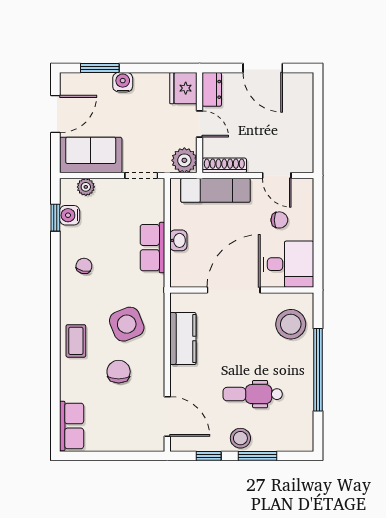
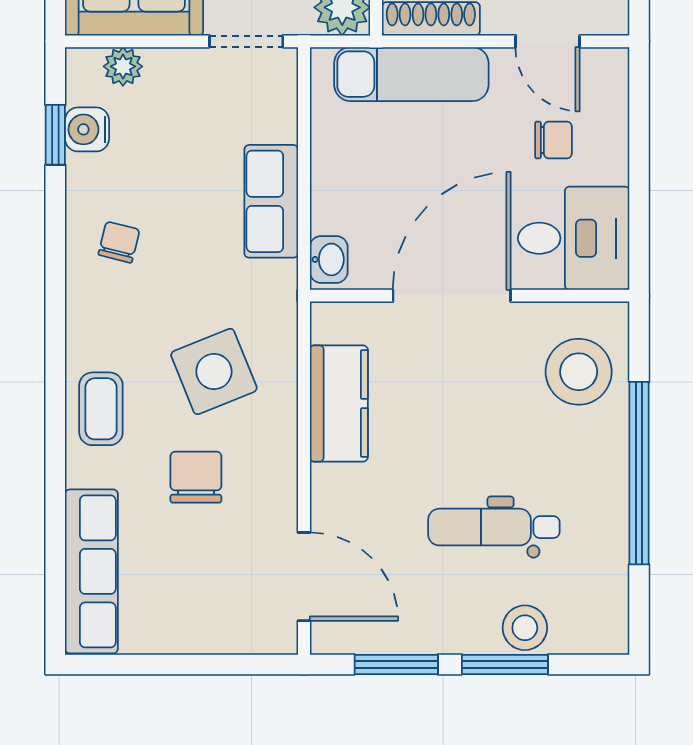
washbasin: (178, 240) -> (329, 259), moved
row of seats: (72, 426) -> (91, 571), width x1.48
stool: (240, 438) -> (525, 628), moved
window: (209, 456) -> (396, 664), width x1.50

